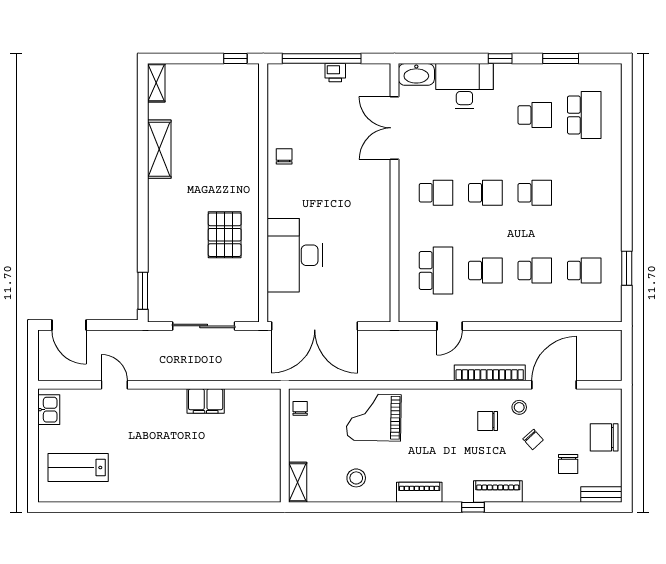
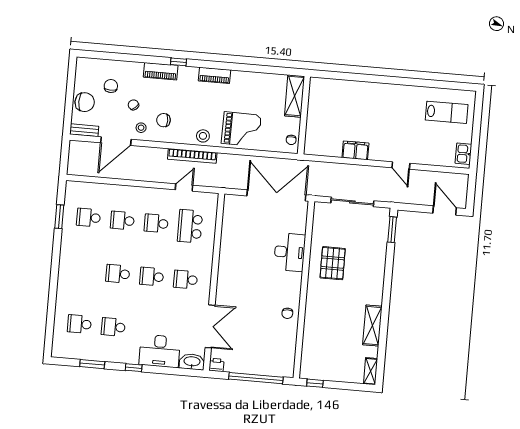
printer: (335, 73) -> (217, 365), moved
school desk: (584, 115) -> (79, 324), width x0.54
desk: (295, 255) -> (290, 252), width x0.73, depth x0.77
bookcase: (490, 373) -> (192, 156), moved
door: (114, 385) -> (401, 165), moved
chair: (488, 421) -> (163, 120), turned 180
stool: (356, 478) -> (203, 136), moved
shelving: (298, 482) -> (295, 96), width x1.50, depth x1.33
bench: (601, 495) -> (84, 130), moved

